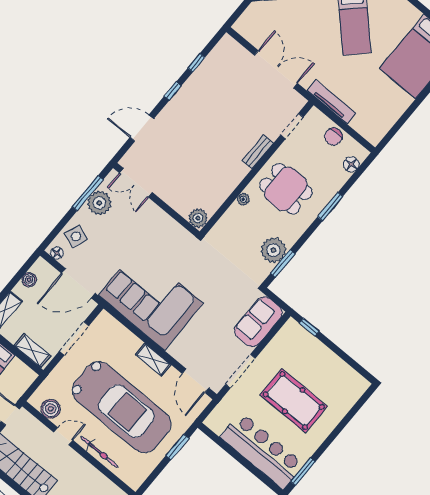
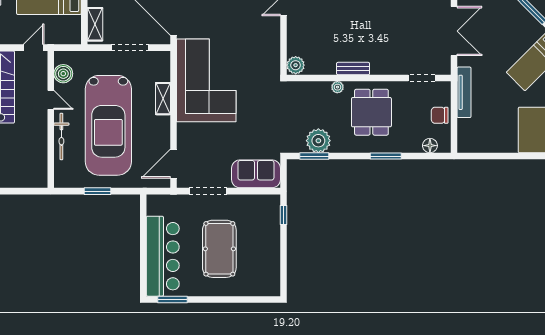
bench: (258, 152) -> (353, 69), moved
shelving: (153, 360) -> (163, 99), moved
window: (177, 447) -> (98, 191), moved

